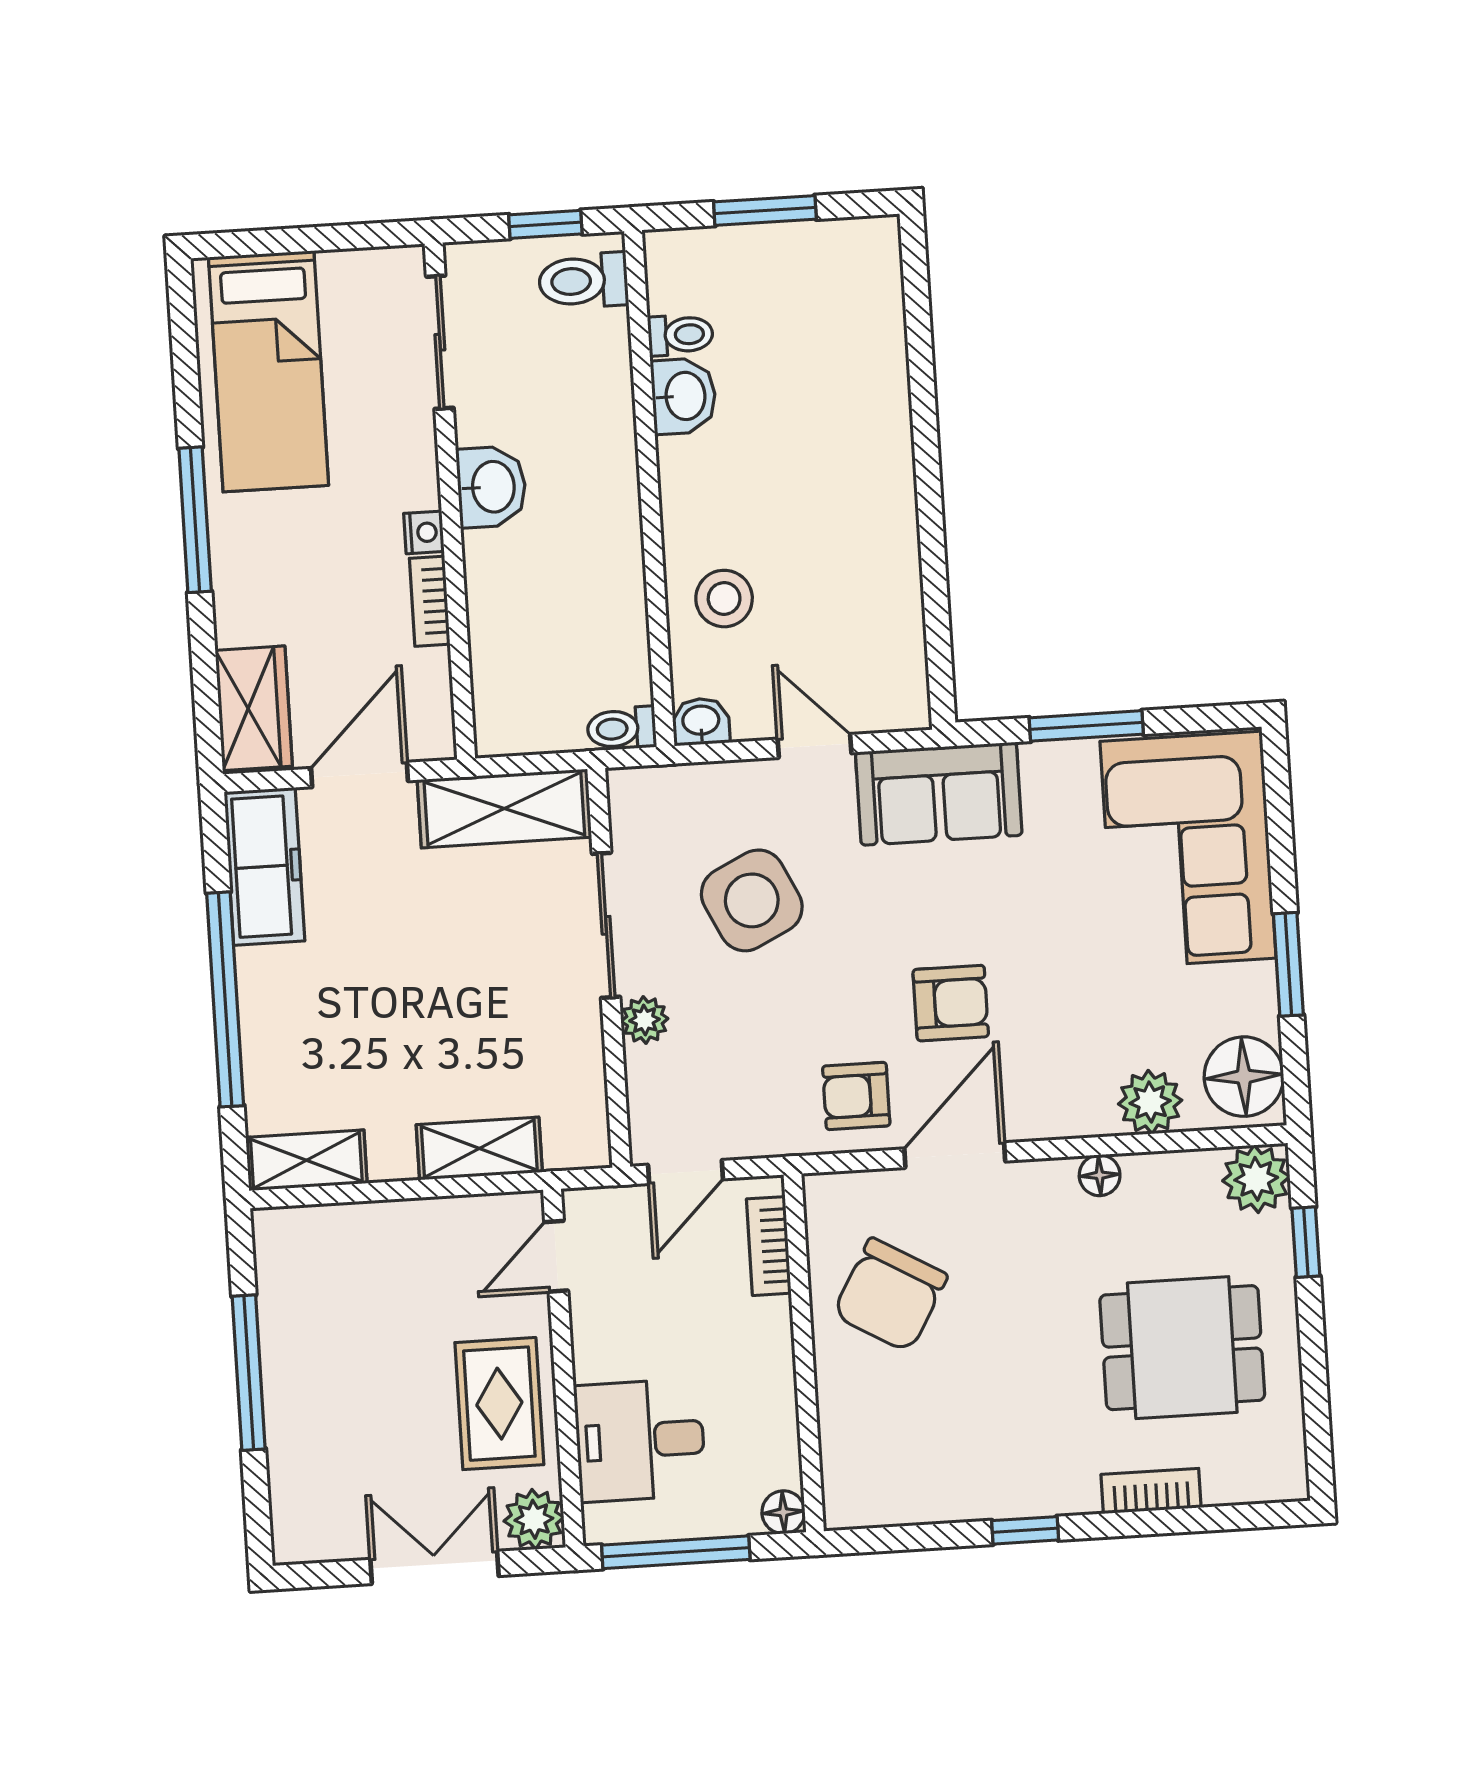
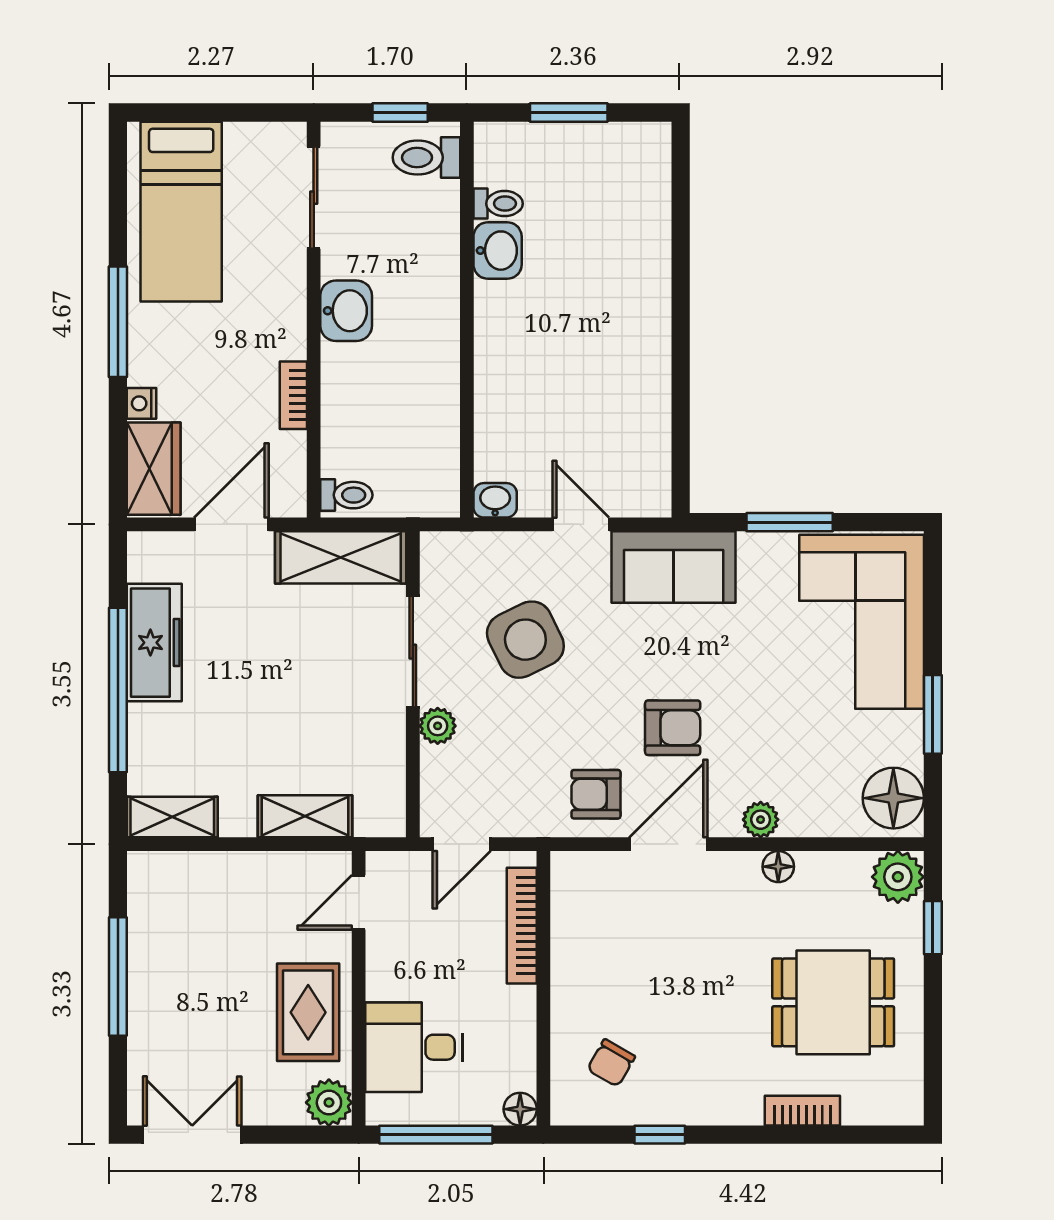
nightstand: (424, 532) -> (141, 403), moved, turned 180
stool: (724, 599) -> (519, 407), removed
toilet: (622, 728) -> (346, 495), moved, turned 180
freezer: (264, 866) -> (154, 643), moved
plant: (1150, 1102) -> (761, 820), moved, width x0.73, depth x0.73
bookcase: (769, 1246) -> (522, 926), width x1.56
chair: (890, 1295) -> (611, 1063), moved, width x0.54, depth x0.54
window: (1025, 1530) -> (660, 1135), moved
double door: (434, 1567) -> (192, 1135), moved

